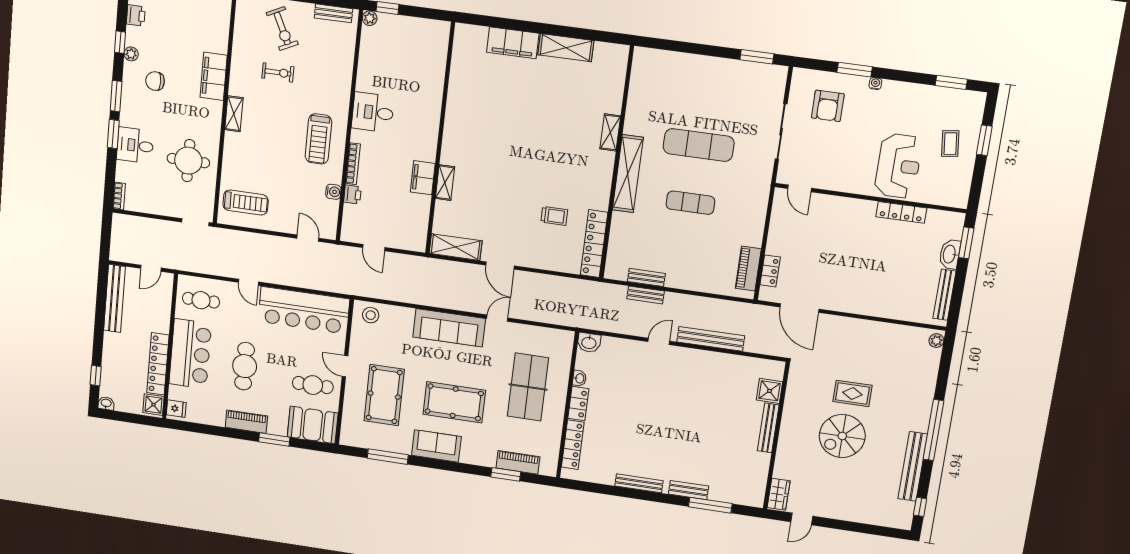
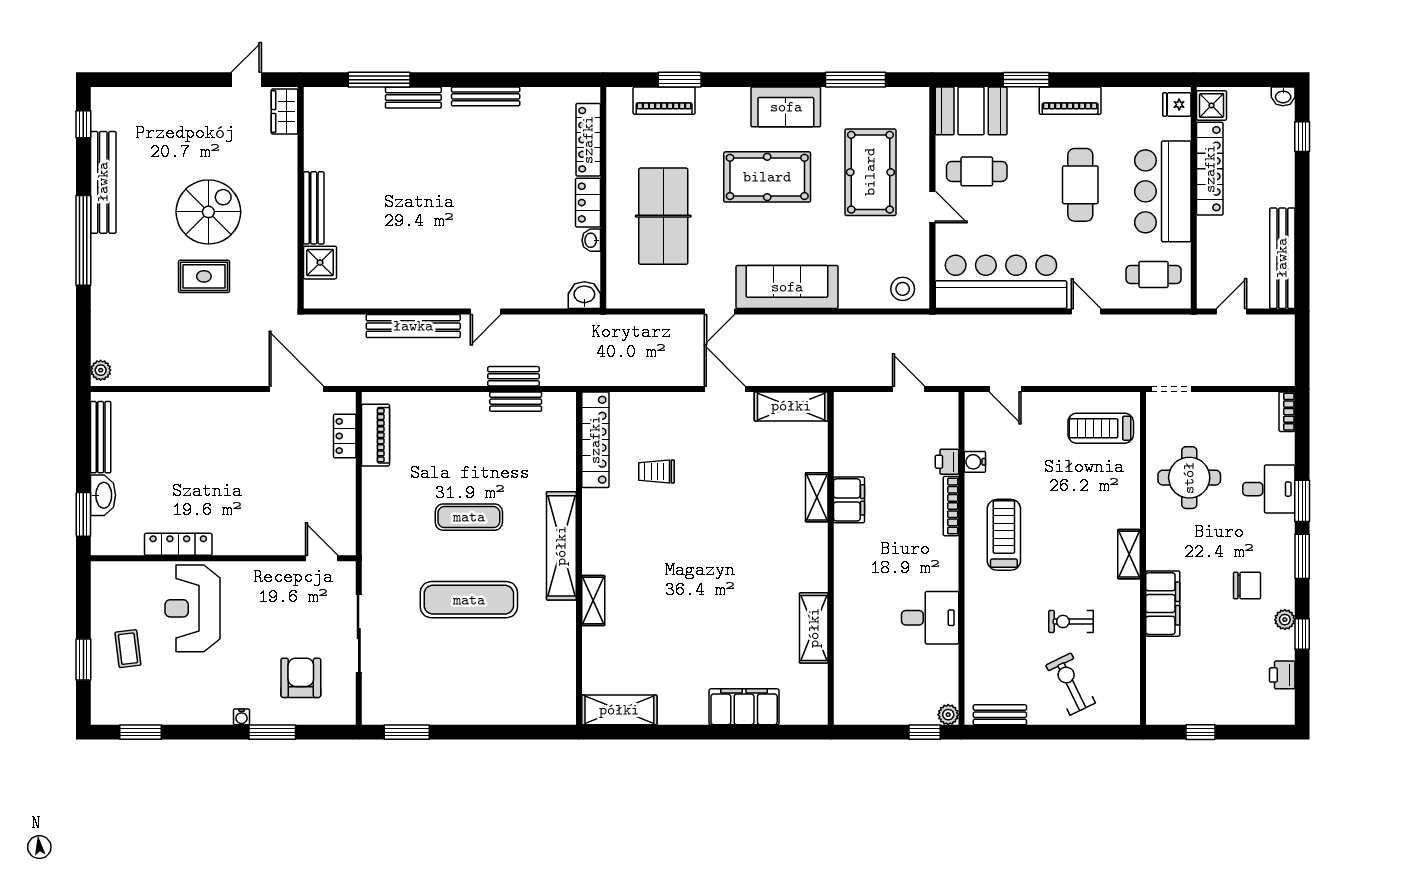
shelving: (566, 48) -> (619, 710), moved
shelving: (457, 92) -> (814, 628), added
desk: (373, 112) -> (930, 618), moved

